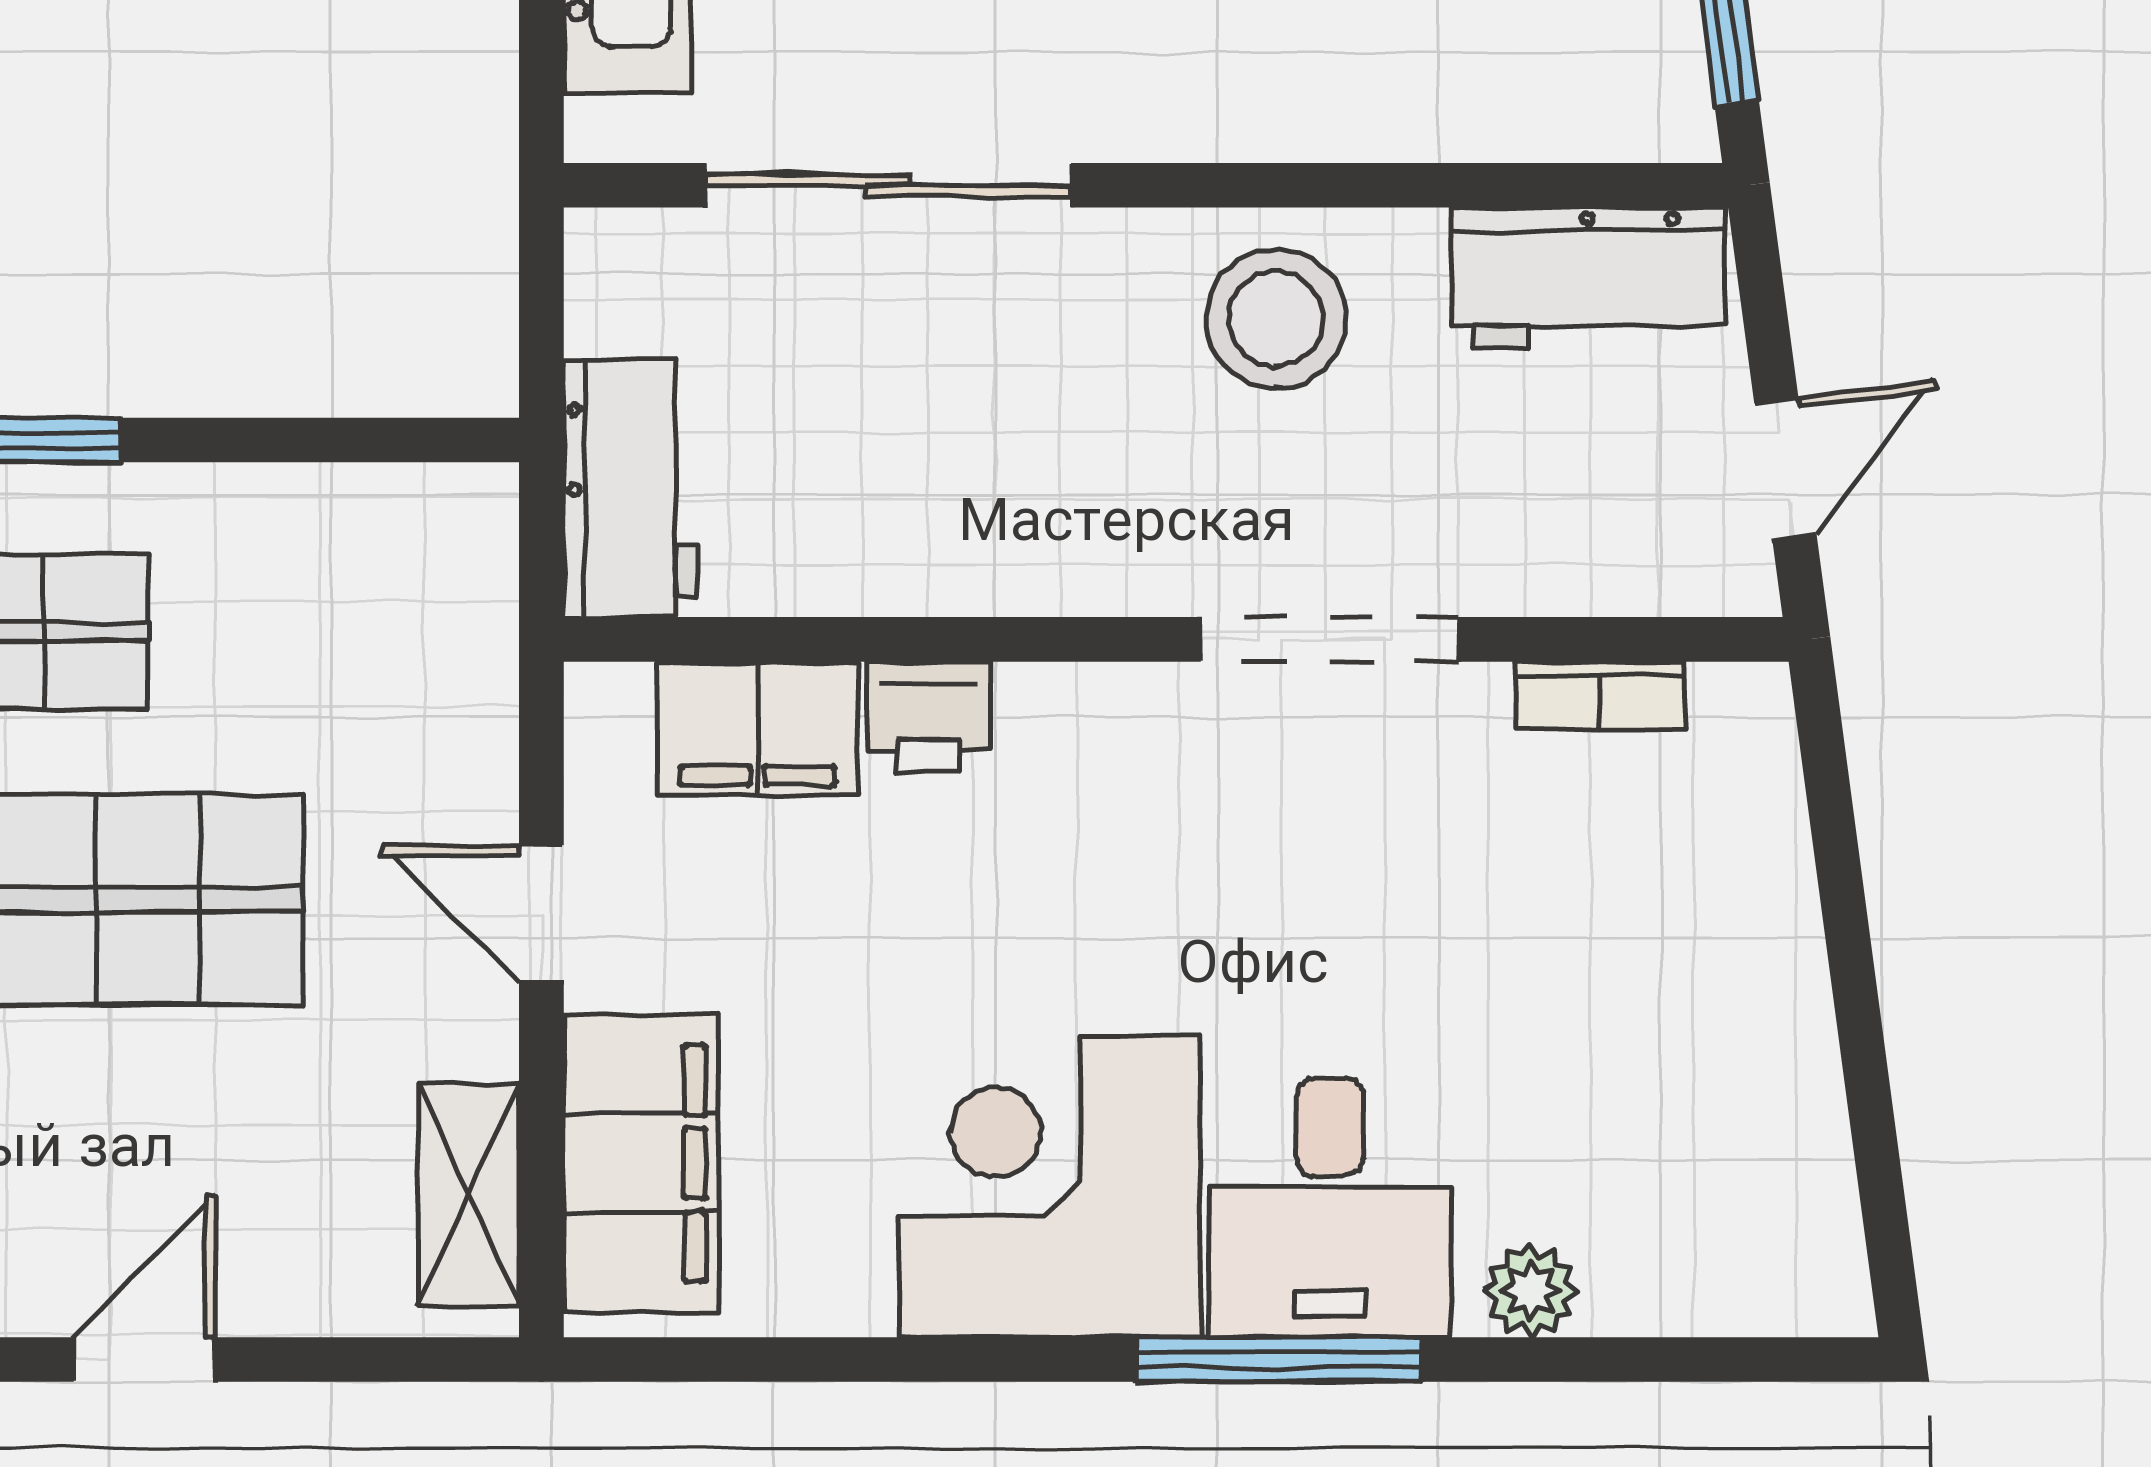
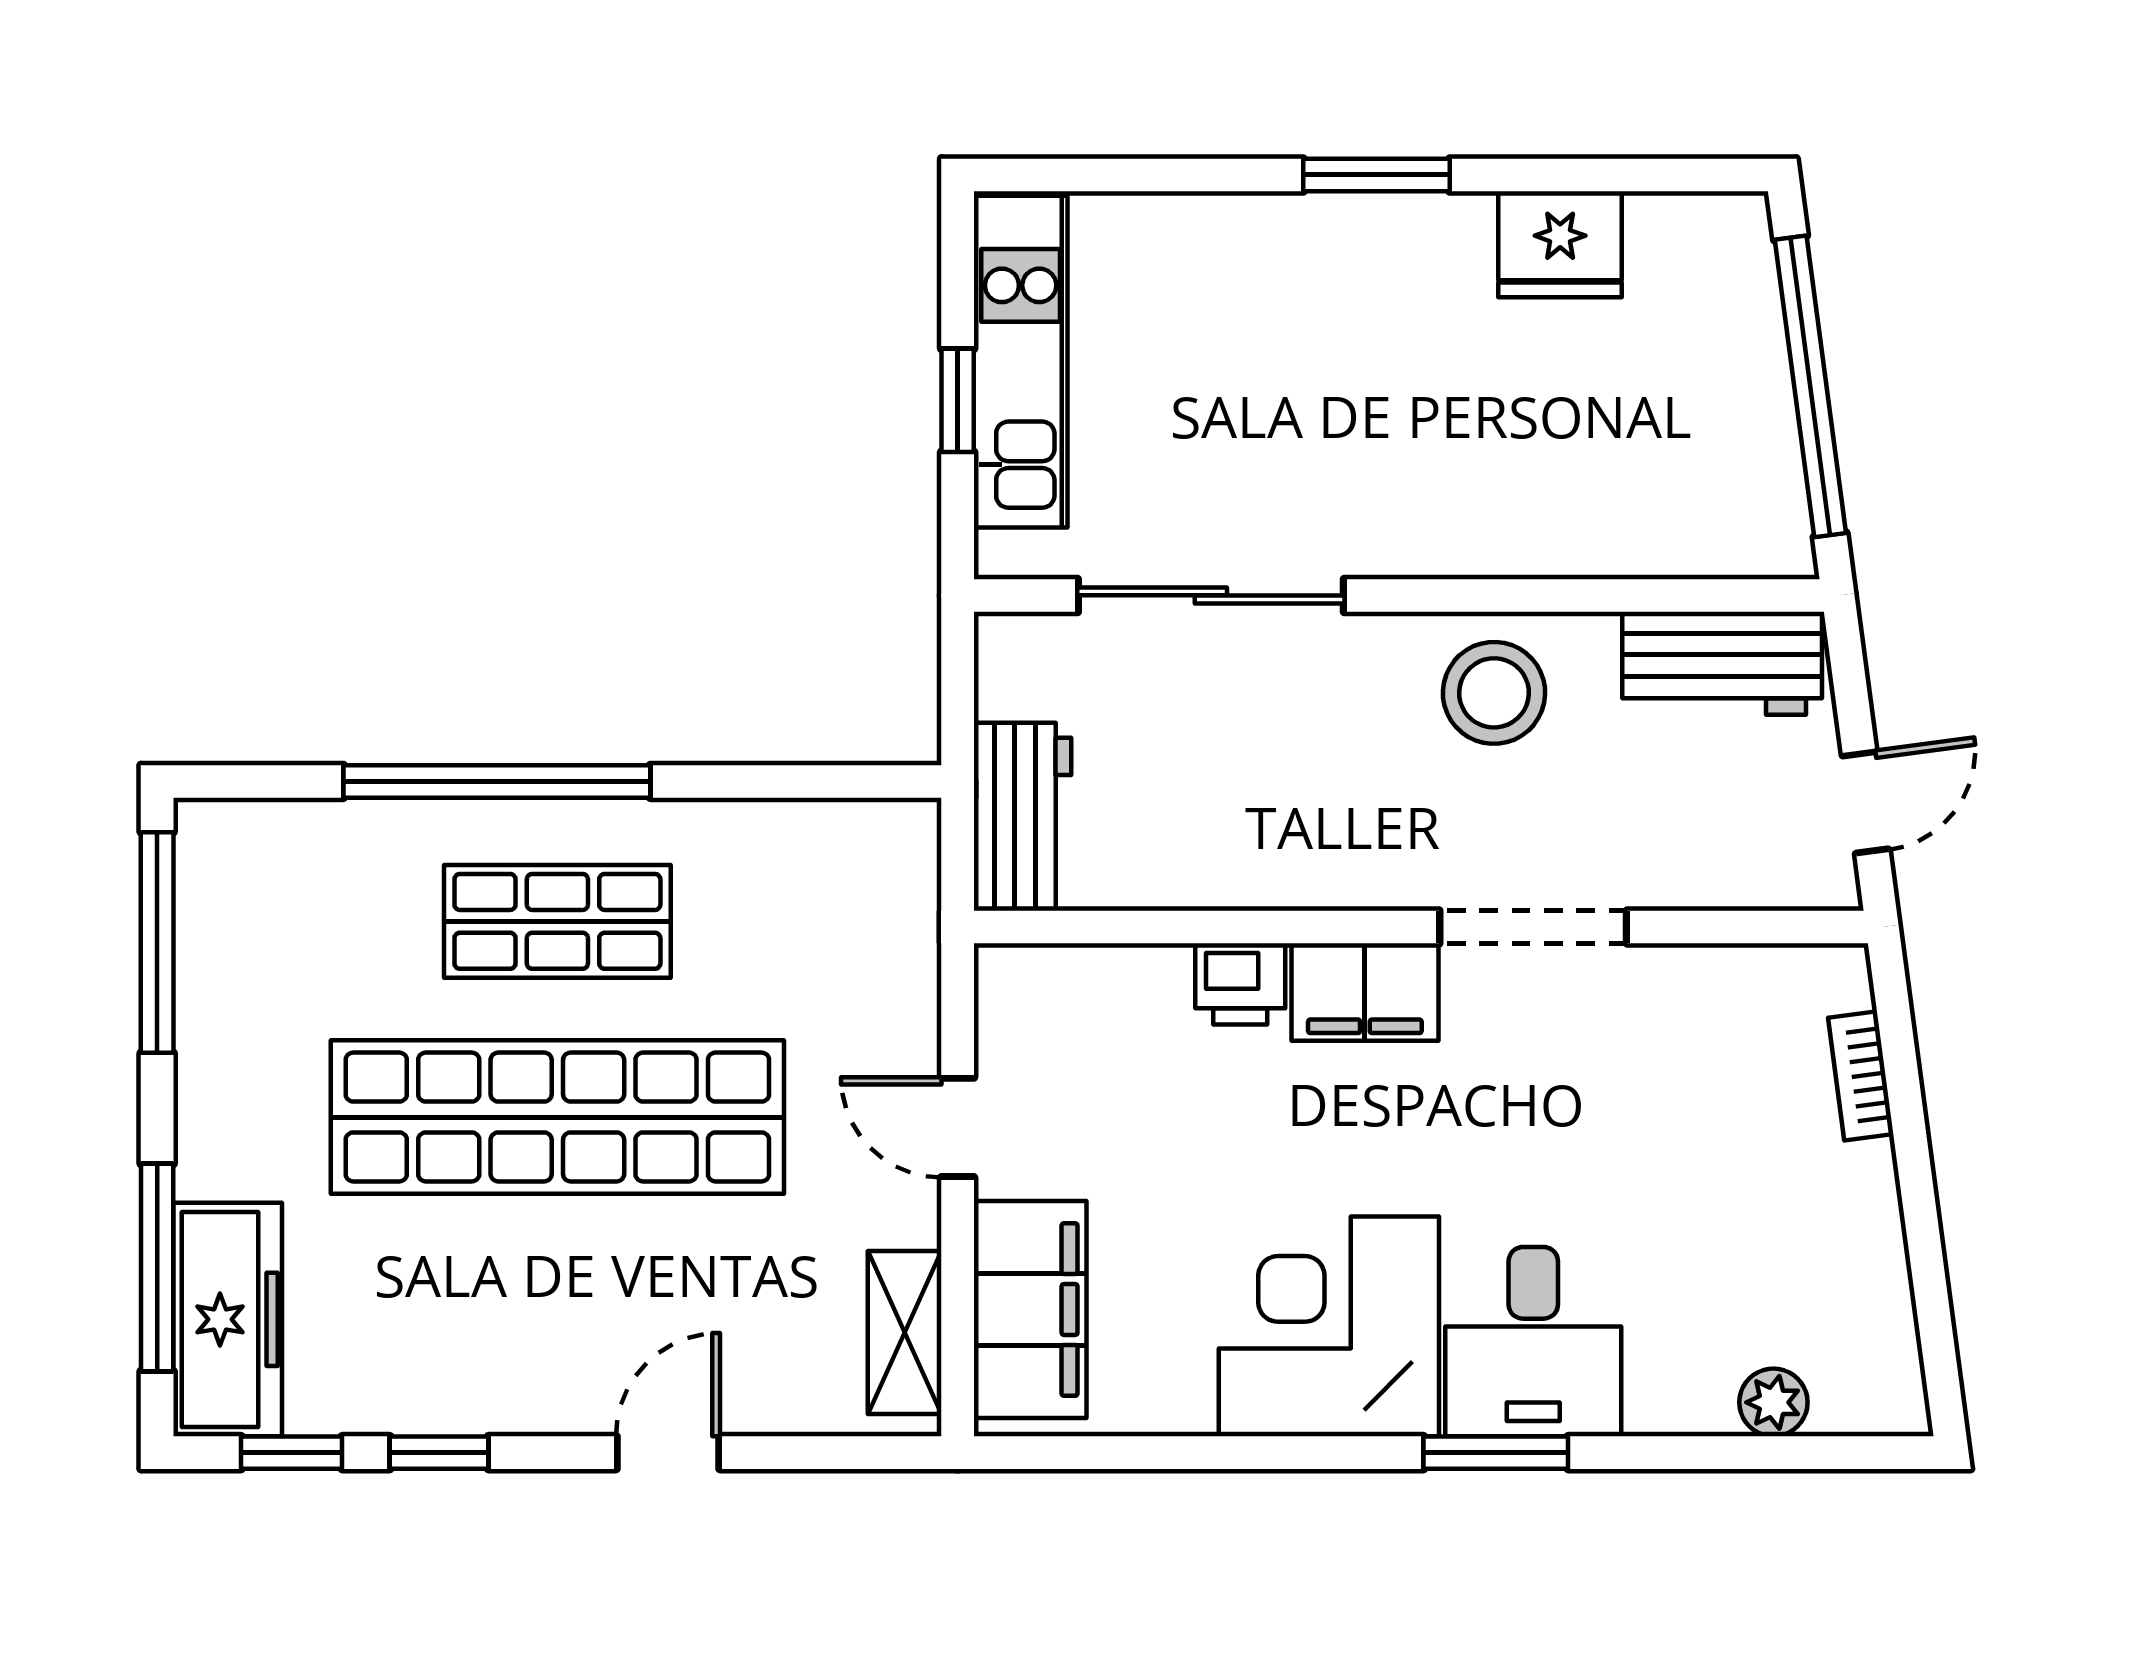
bookcase: (1599, 696) -> (1861, 1076), moved, turned 82
filing cabinet: (758, 729) -> (1365, 992), moved
plant: (1531, 1291) -> (1773, 1402), moved
window: (1279, 1359) -> (1496, 1453), width x0.69

